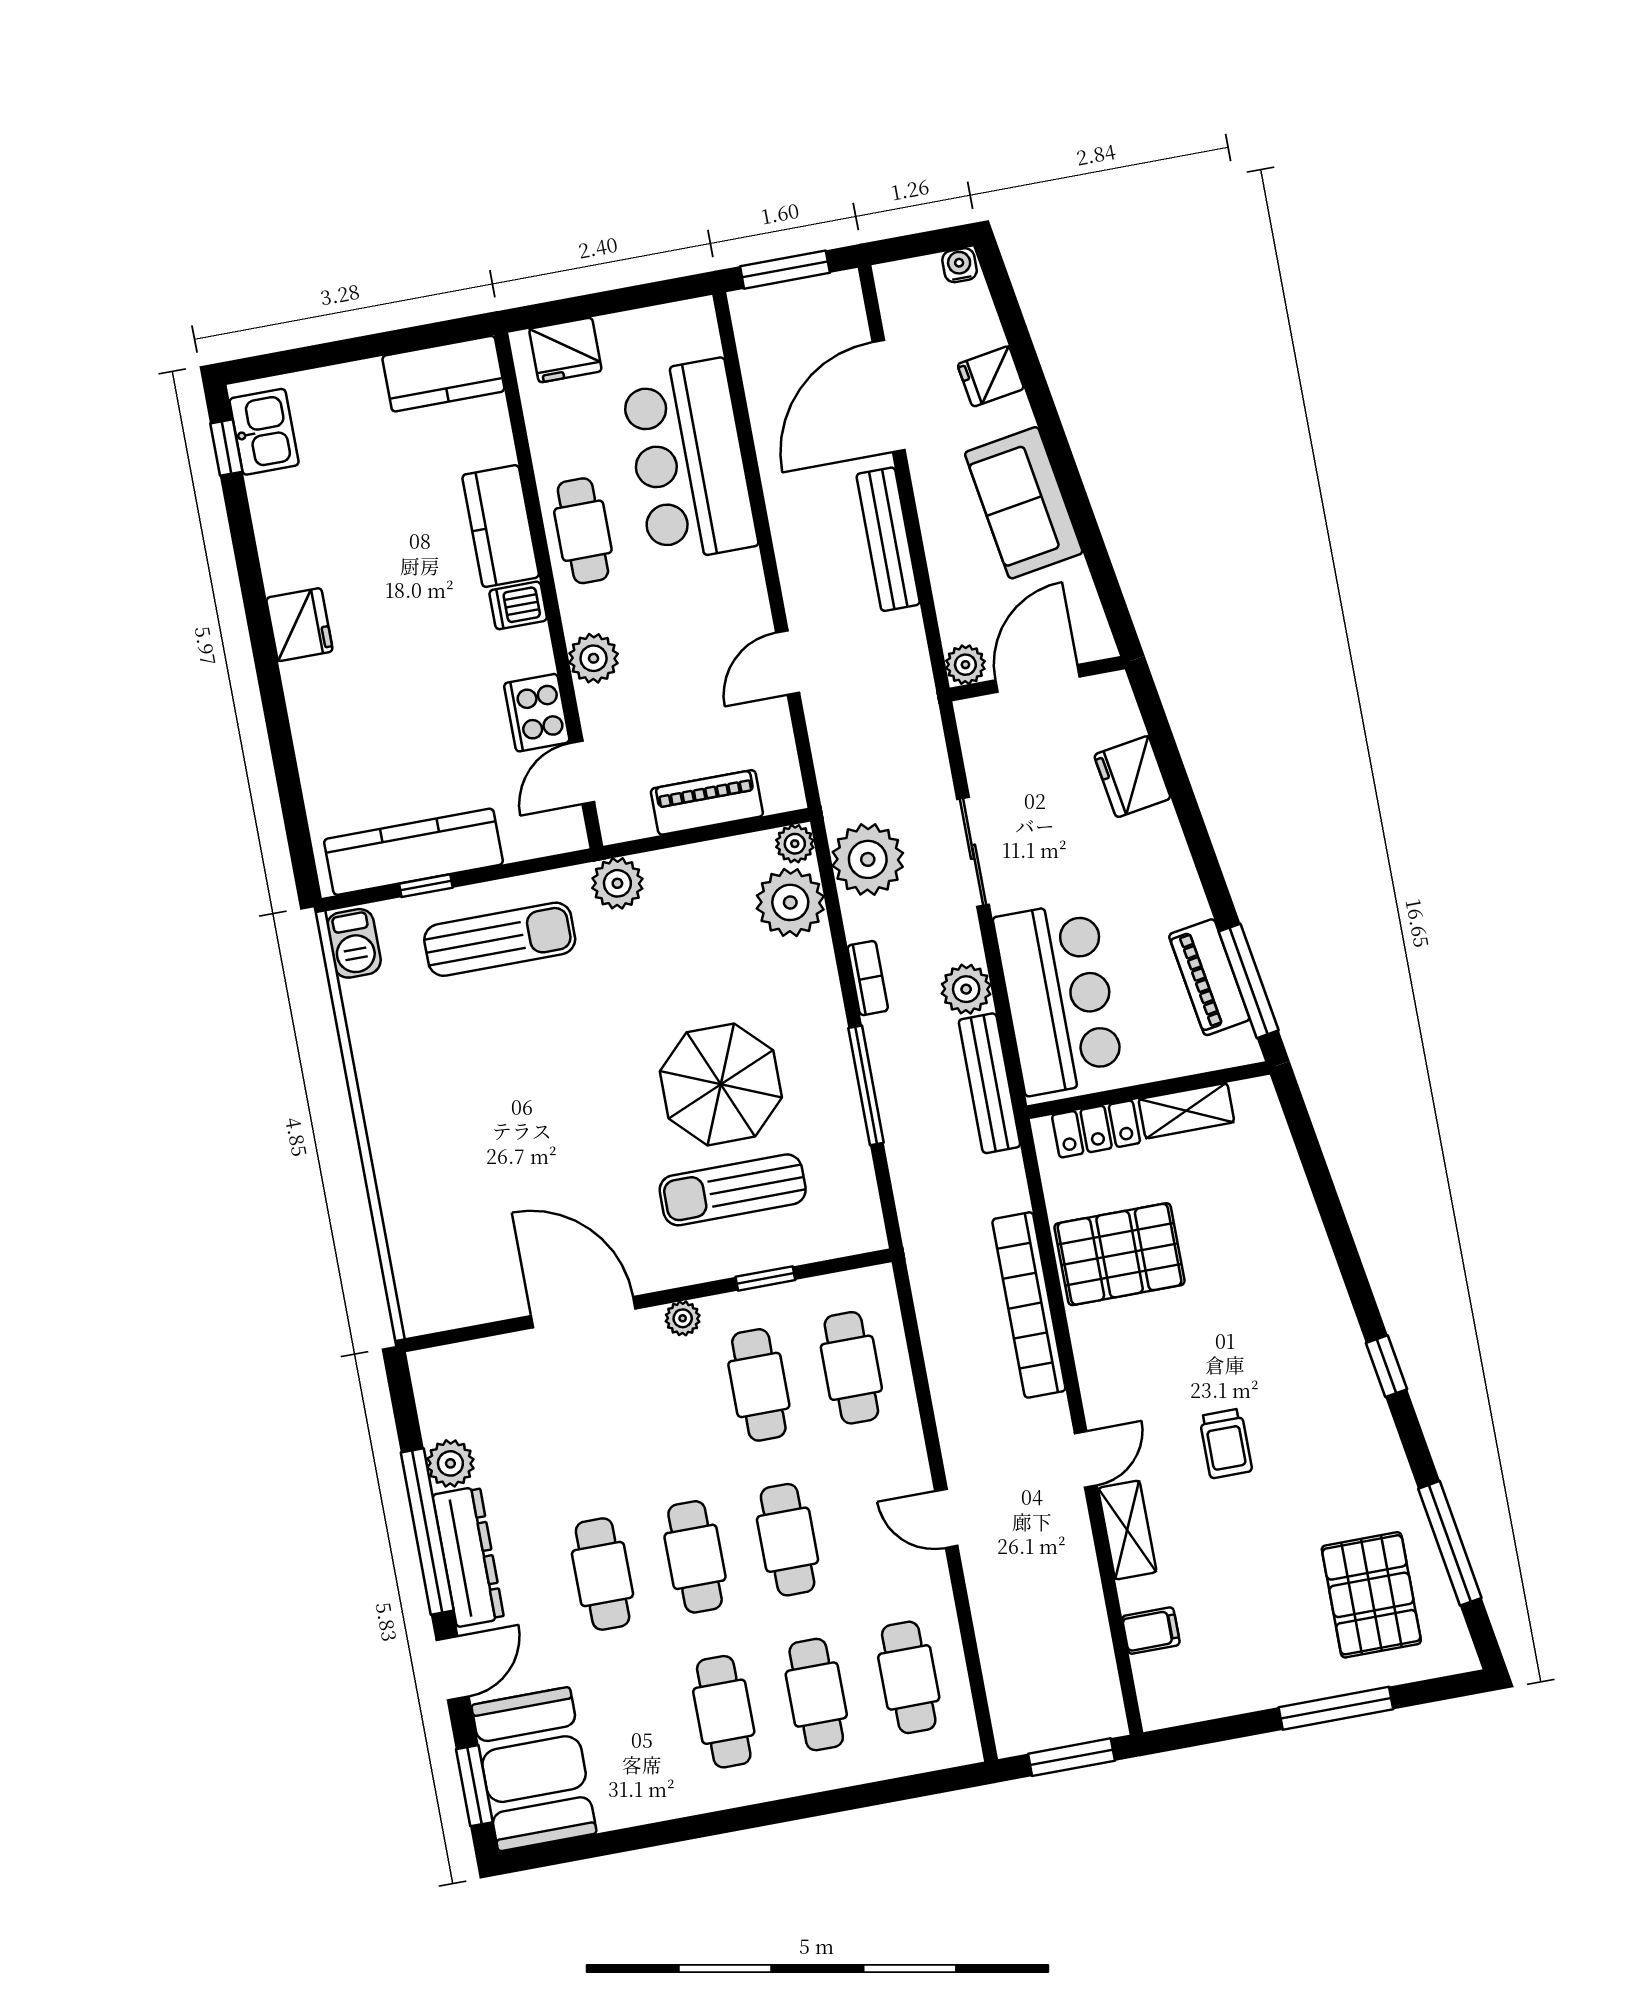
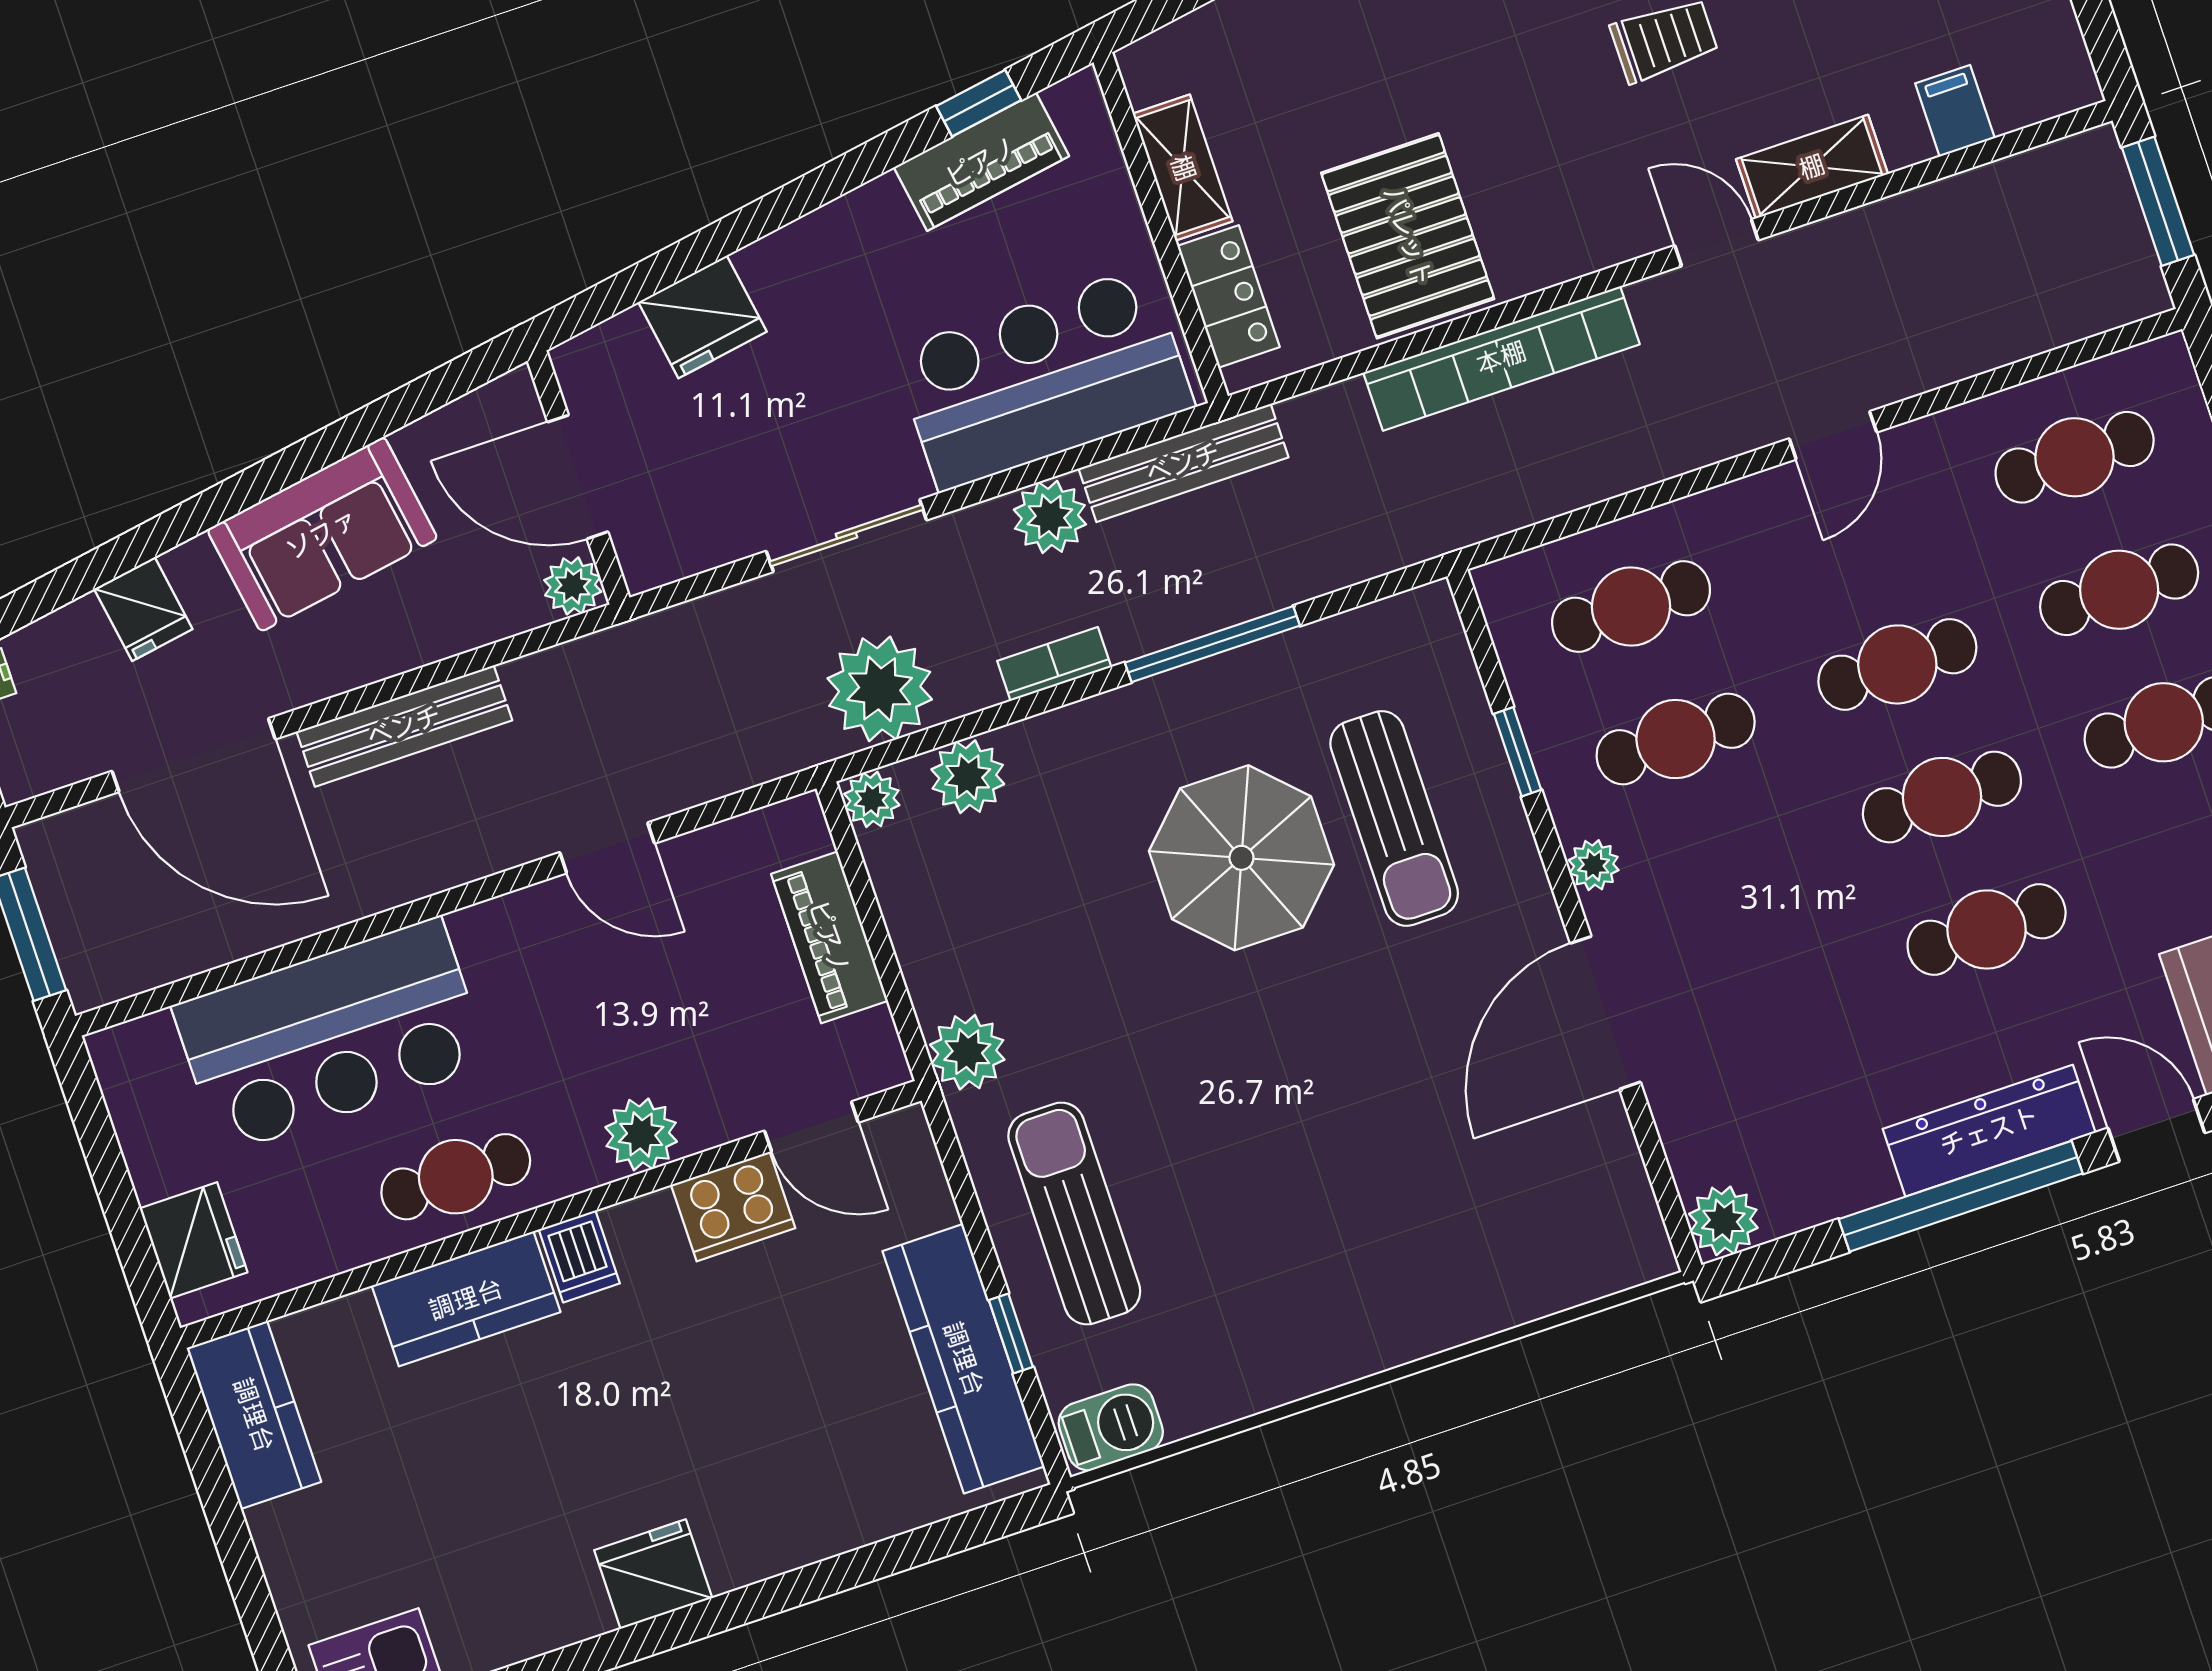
plant: (790, 902) -> (968, 777), width x0.73, depth x0.73
window: (1249, 981) -> (979, 103), width x0.46
plant: (450, 1463) -> (1723, 1221), moved

